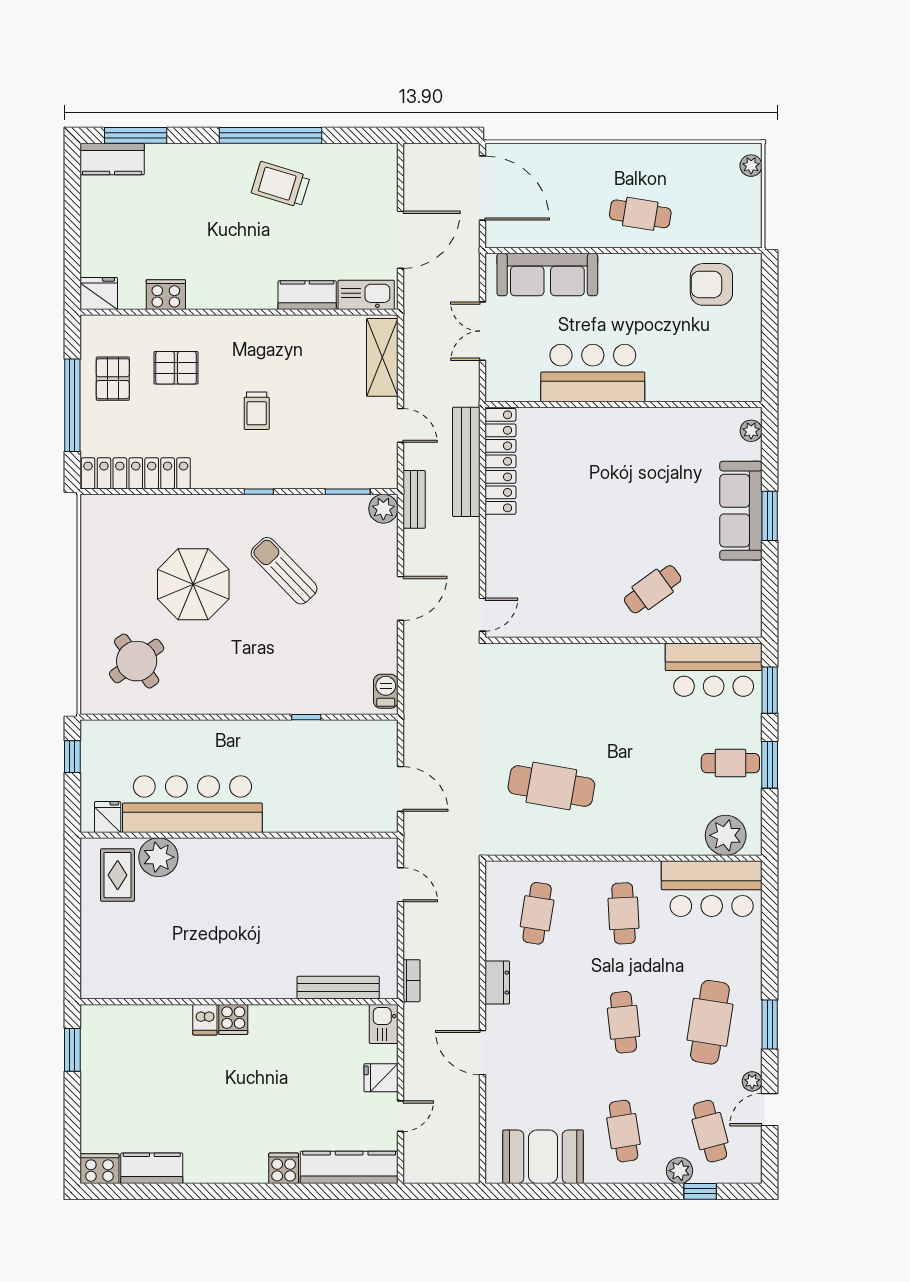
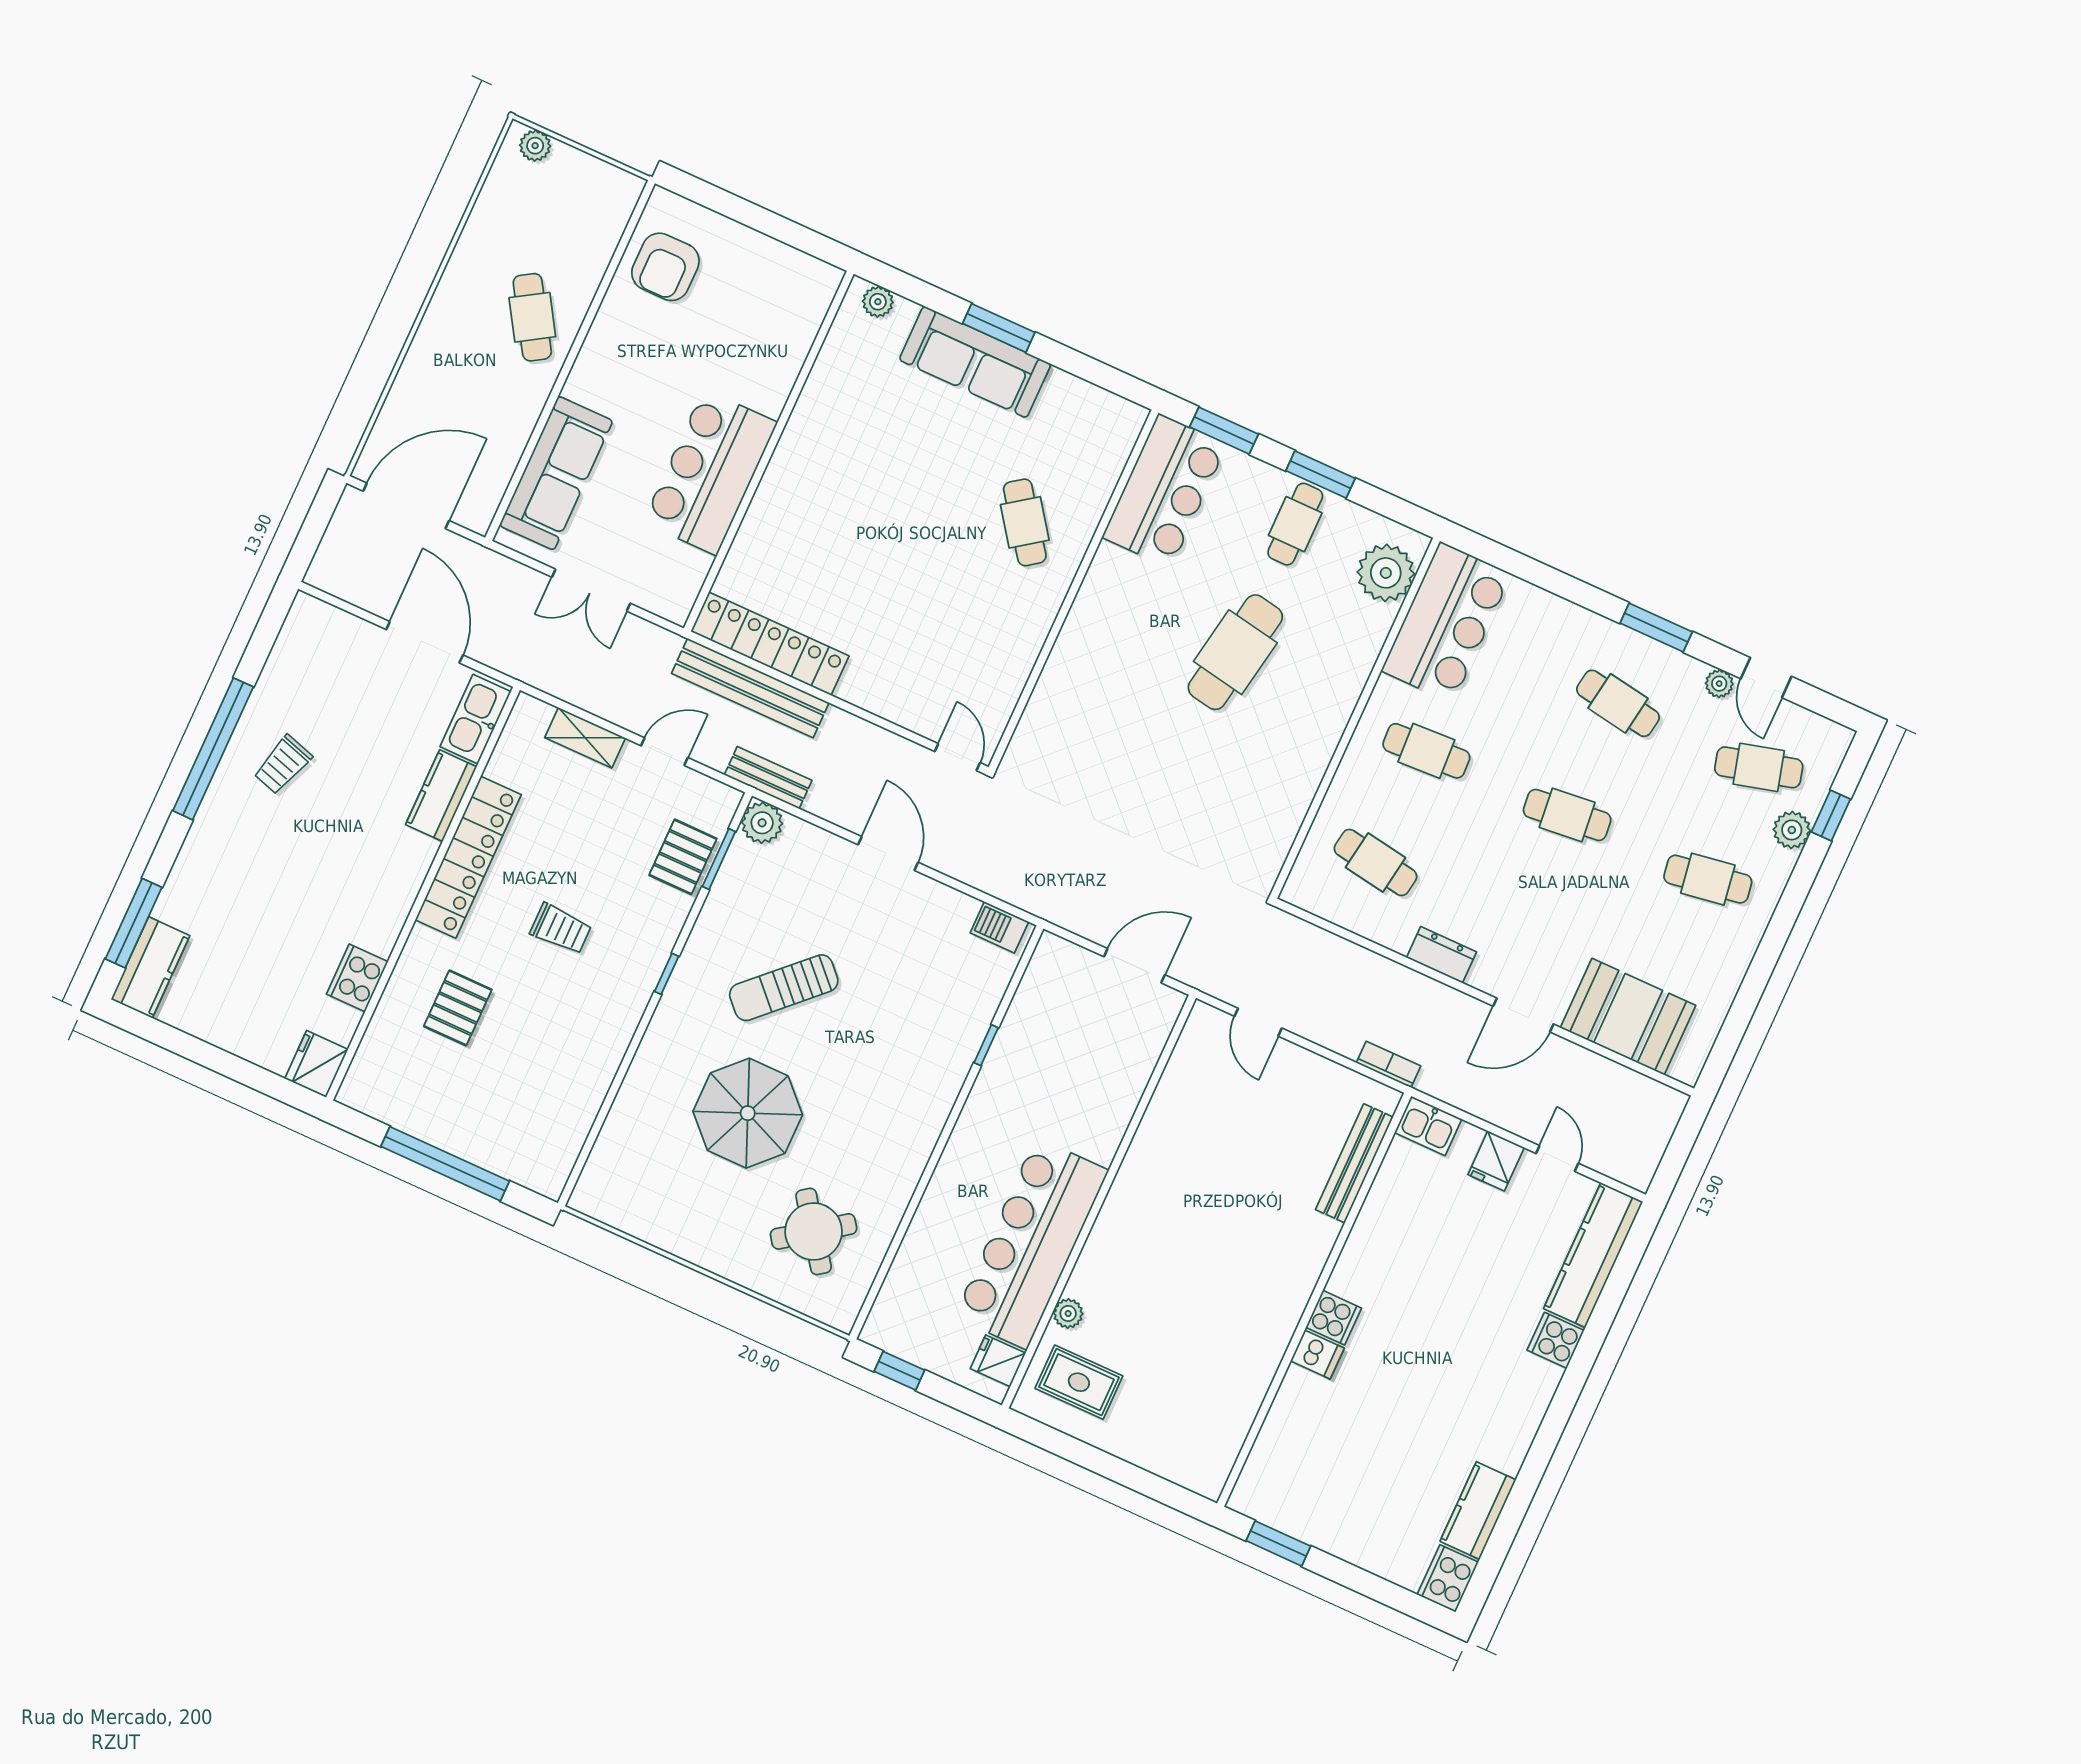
trolley: (281, 185) -> (283, 765), width x0.73, depth x0.72
cafe table: (640, 214) -> (532, 317), turned -41
shelving: (382, 357) -> (585, 738), width x0.67, depth x0.75
pallet: (113, 379) -> (683, 857), moved, turned 90
locker: (136, 473) -> (468, 857), moved, turned 180
cafe table: (551, 786) -> (1235, 652), moved
plant: (158, 857) -> (1068, 1313), width x0.53, depth x0.53
door: (401, 885) -> (1258, 1022), swing flipped
cafe table: (710, 1022) -> (1618, 703), width x0.73, depth x0.74
booth: (543, 1157) -> (1628, 1017), moved, turned 90

